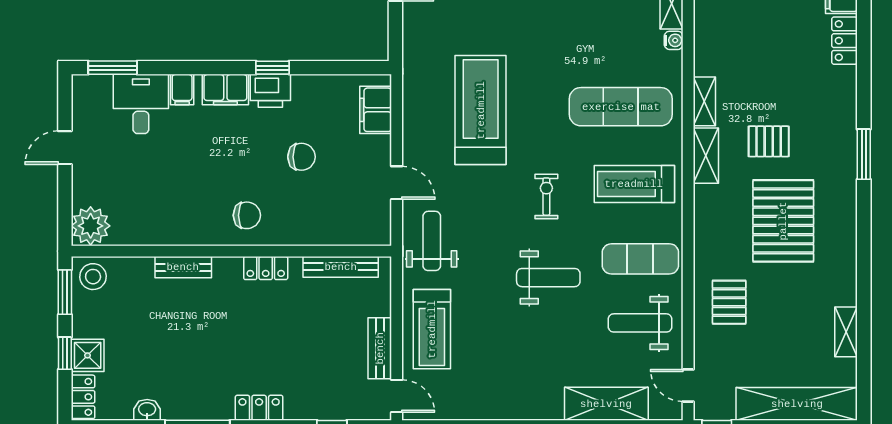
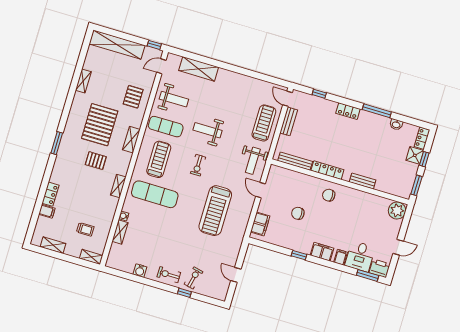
printer: (270, 91) -> (380, 268), moved
shelving: (706, 156) -> (131, 140), moved
treadmill: (634, 184) -> (159, 159), turned -90
locker: (266, 268) -> (327, 170), width x1.53
stool: (93, 277) -> (402, 188), removed
shelving: (846, 332) -> (83, 81), moved
door: (688, 386) -> (161, 66), swing flipped

